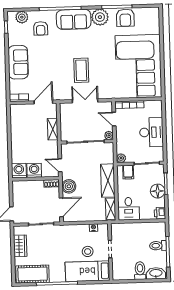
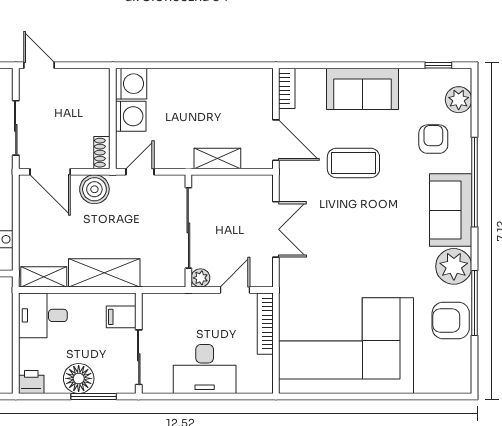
armchair: (41, 28) -> (433, 139), turned 90
coffee table: (81, 70) -> (353, 163), moved
plant: (121, 158) -> (151, 303), removed

